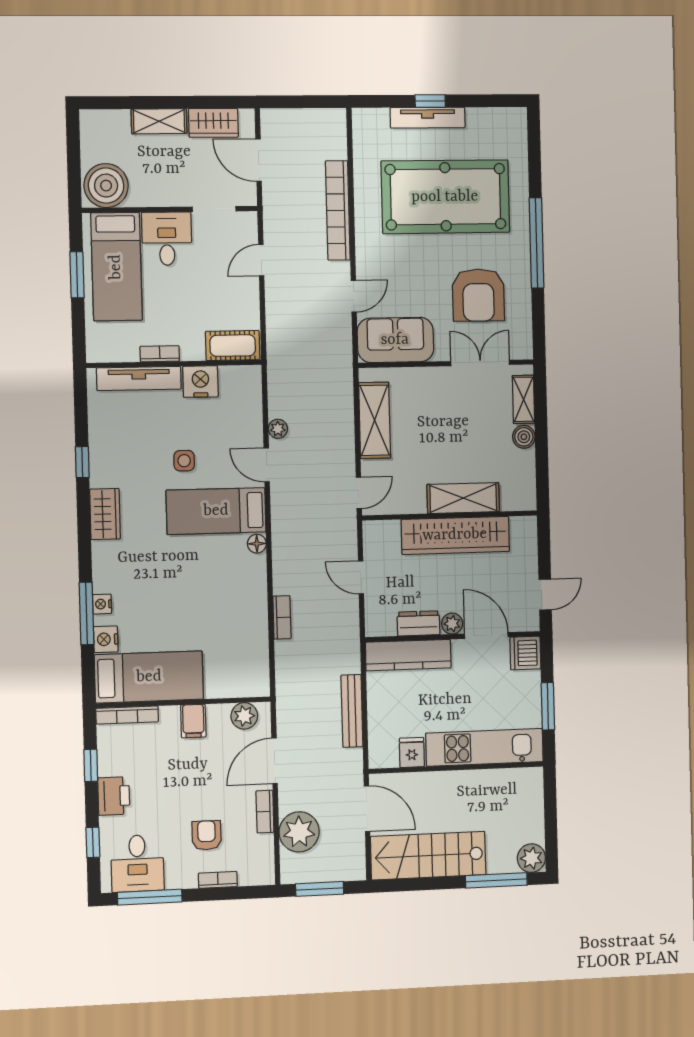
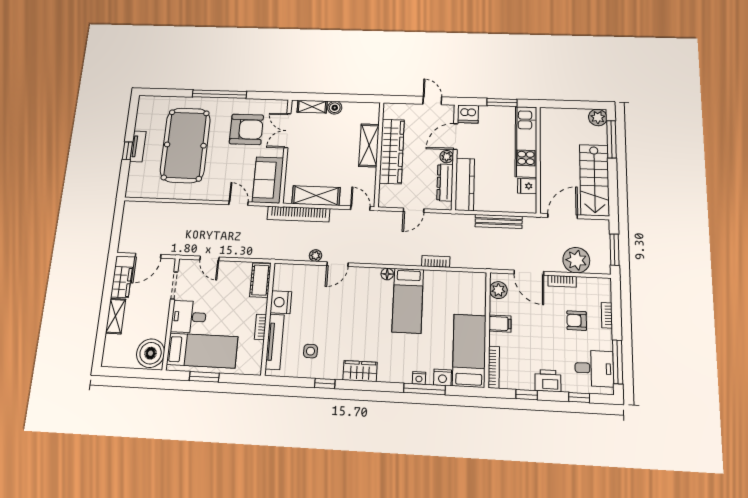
tv unit: (428, 118) -> (138, 146), width x0.71
bookcase: (338, 210) -> (299, 214), moved
side table: (184, 461) -> (311, 351), moved
bed: (216, 511) -> (408, 301), moved
dresser: (419, 623) -> (445, 183), width x1.44

